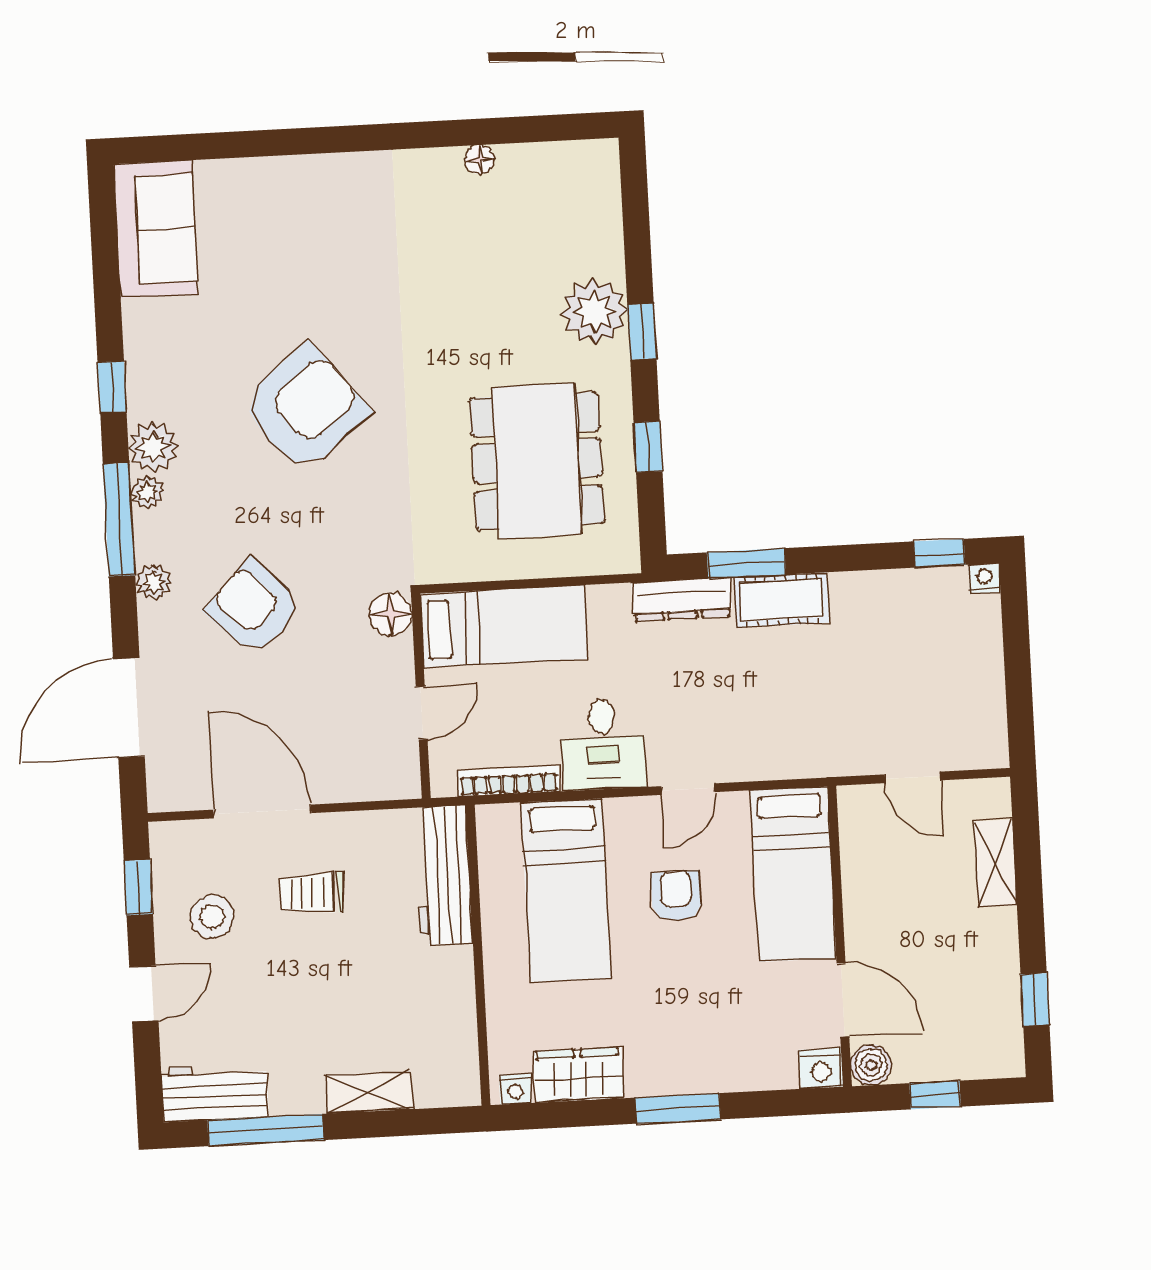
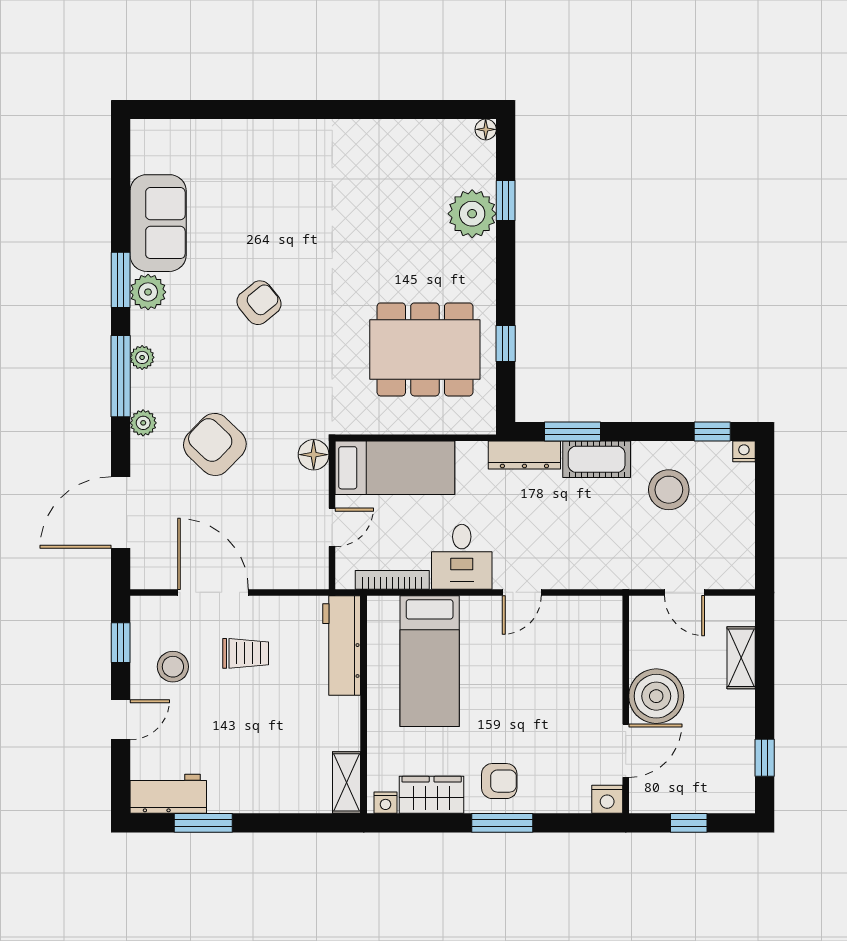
floor lamp: (480, 160) -> (486, 129), moved
sofa: (156, 229) -> (158, 223), moved
plant: (594, 312) -> (472, 214), moved
window: (642, 332) -> (506, 200), moved
window: (112, 387) -> (121, 280), width x1.50
armchair: (305, 408) -> (259, 303), width x0.53, depth x0.53
plant: (153, 447) -> (148, 292), moved
dining table: (537, 461) -> (425, 349), turned 90
stool: (884, 637) -> (669, 490), added
bed: (793, 874) -> (594, 658), removed
trolley: (311, 893) -> (246, 653), turned 180
armchair: (676, 896) -> (499, 781), moved, turned 90
door: (843, 1000) -> (626, 751), hinge flipped
boiler: (871, 1065) -> (656, 696), moved, width x1.86, depth x1.86
shelving: (369, 1092) -> (347, 782), moved, turned 90
window: (265, 1130) -> (203, 823), width x0.69

